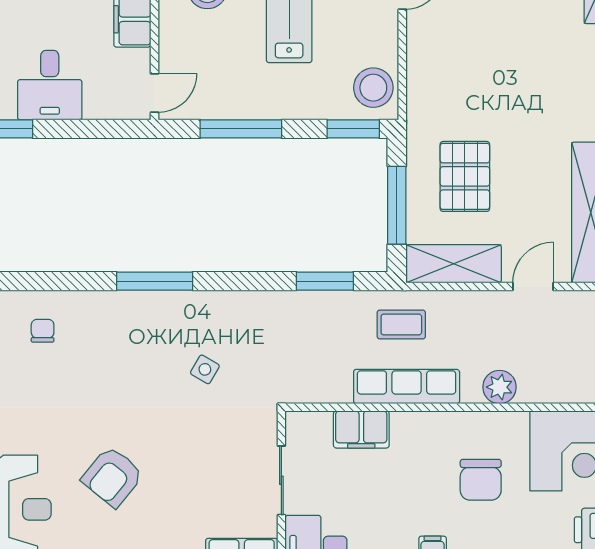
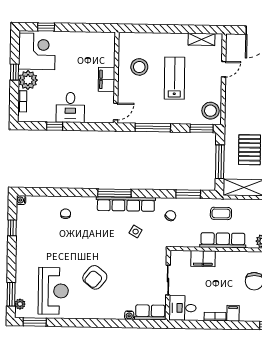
row of seats: (181, 306) -> (126, 204), added
chair: (285, 331) -> (170, 216), added

